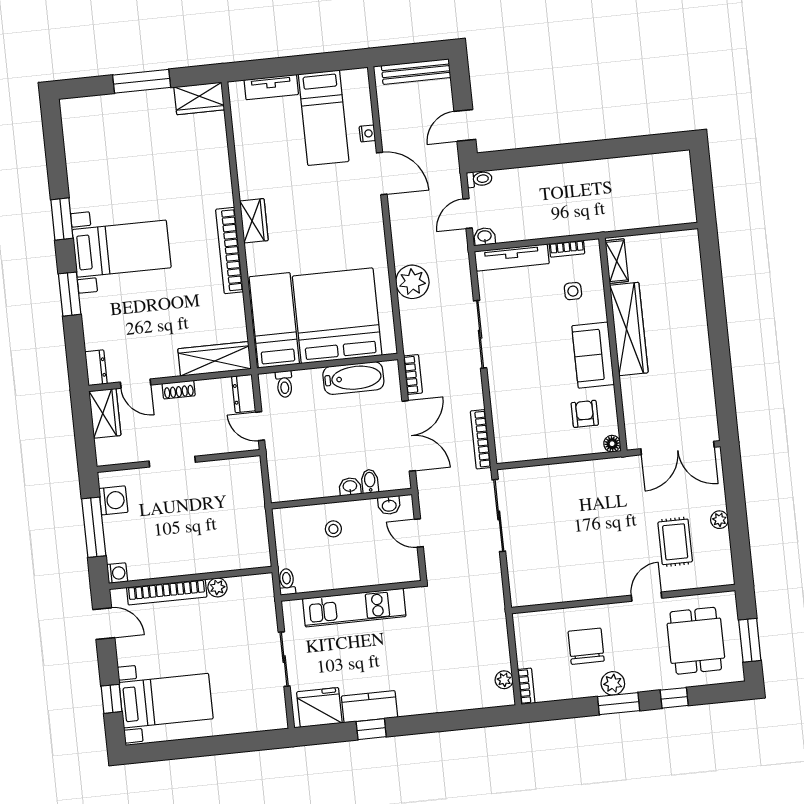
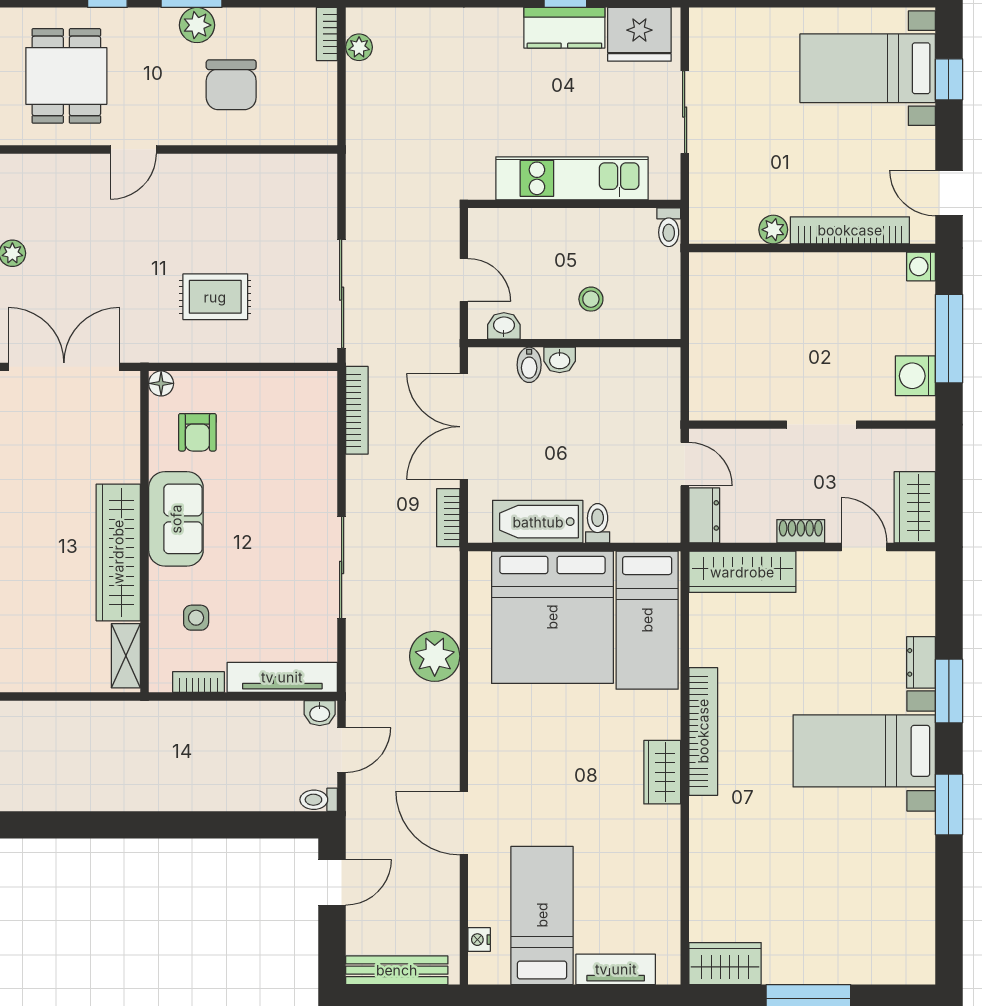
nightstand: (367, 133) -> (479, 940), moved
dresser: (96, 368) -> (921, 662), moved
toilet: (284, 384) -> (598, 523), moved
rug: (675, 542) -> (215, 297), moved, turned 90

